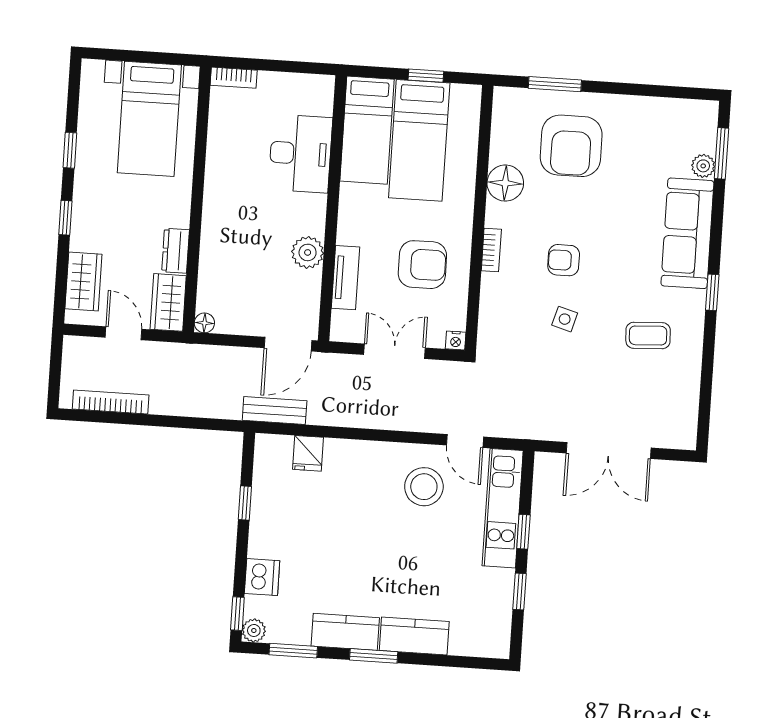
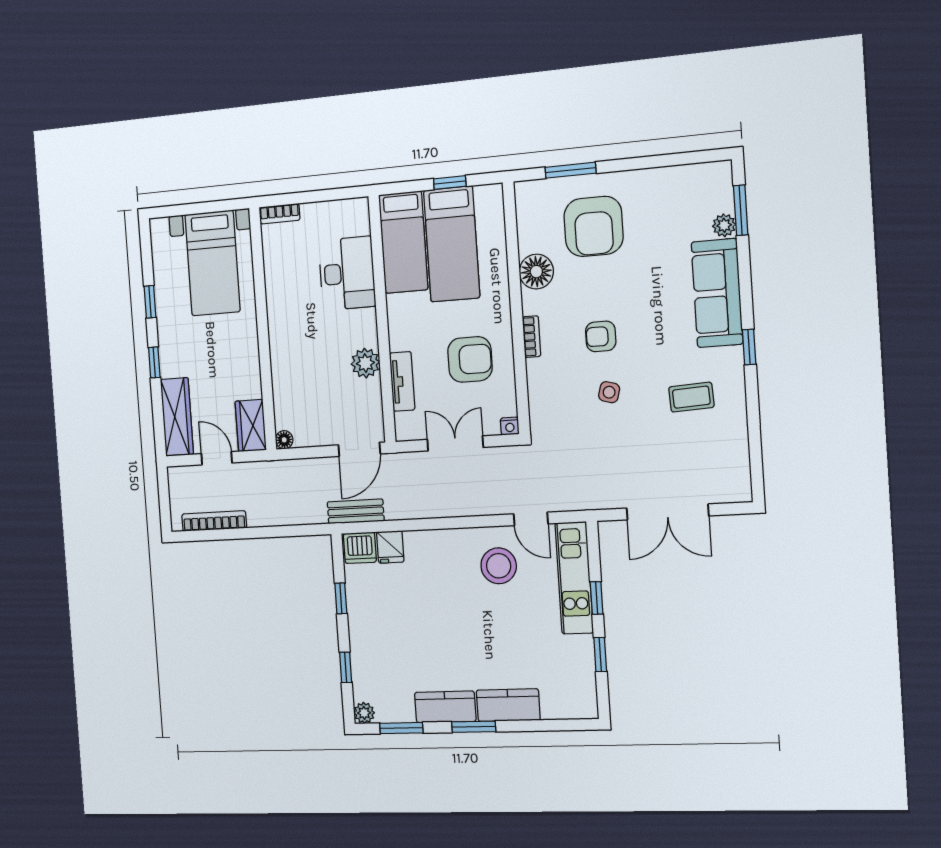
dresser: (176, 251) -> (251, 378), removed
wardrobe: (83, 281) -> (177, 417), width x1.50
dishwasher: (262, 577) -> (360, 548), moved, turned 90
window: (237, 614) -> (346, 667), moved

